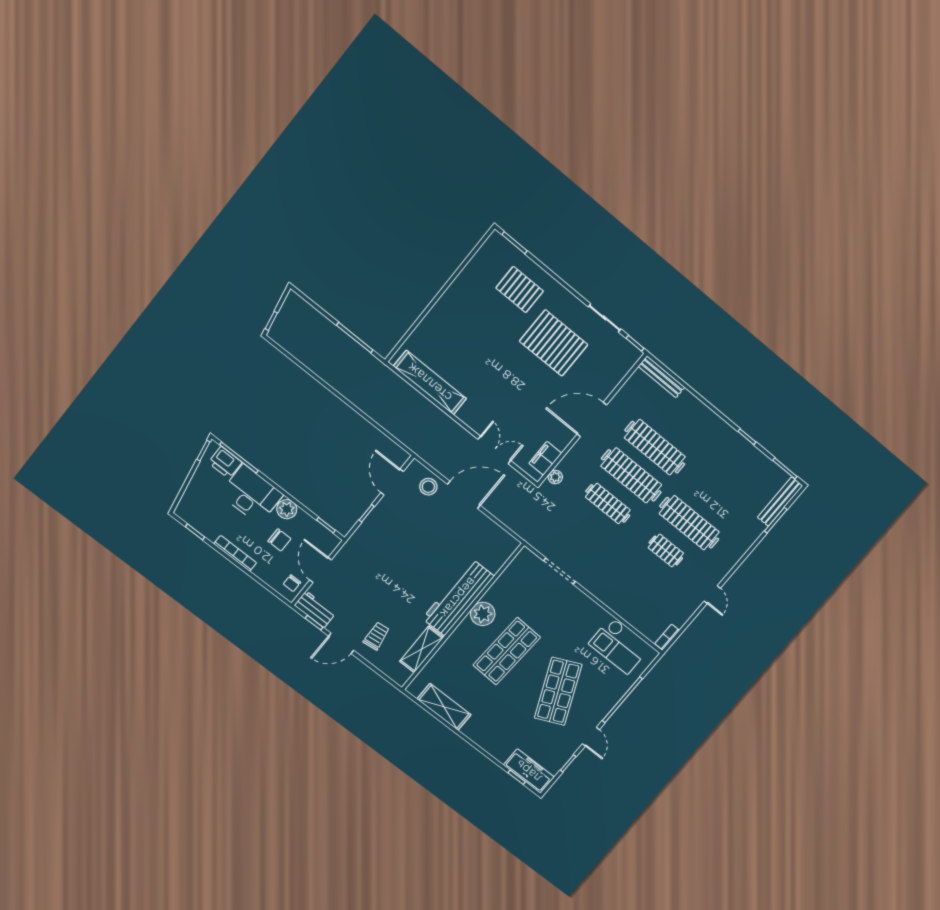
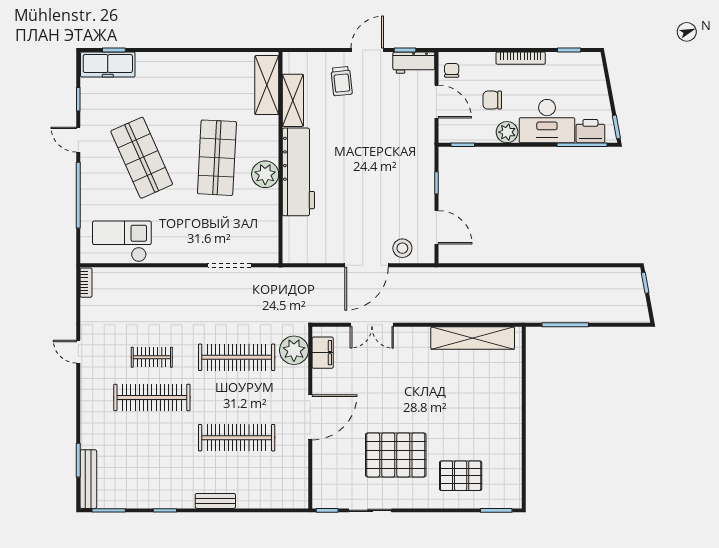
bench: (661, 377) -> (215, 501), moved, width x0.73
clothes rail: (631, 475) -> (237, 397), removed
plant: (555, 477) -> (294, 350), width x1.87, depth x1.87
clothes rail: (608, 503) -> (237, 357), width x1.37, depth x1.31
shelving: (444, 707) -> (267, 85), moved, turned 90

